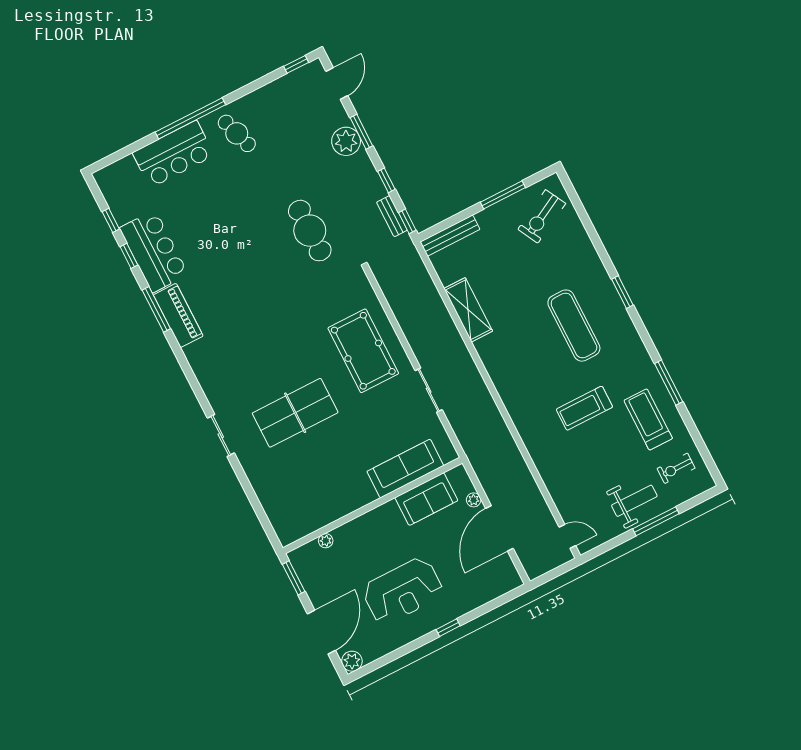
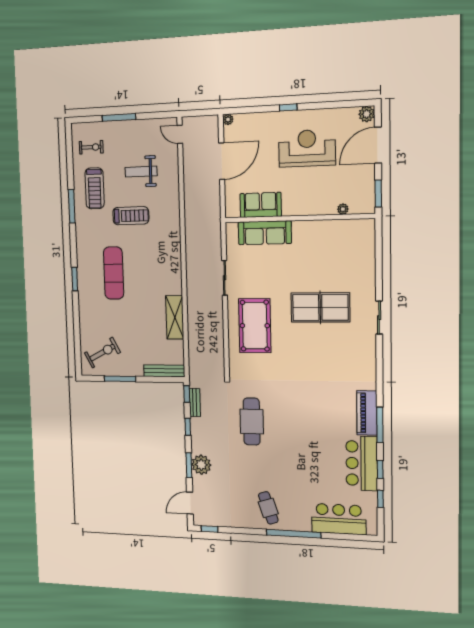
bar counter: (173, 154) -> (339, 519), moved
plant: (474, 500) -> (228, 119), moved
weight bench: (634, 501) -> (141, 172), moved

